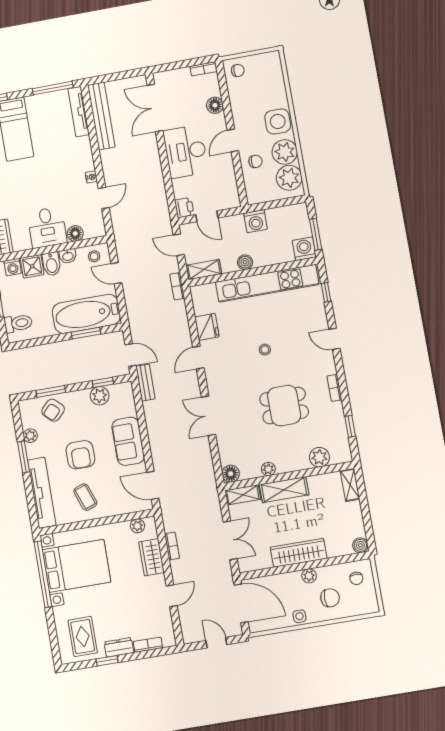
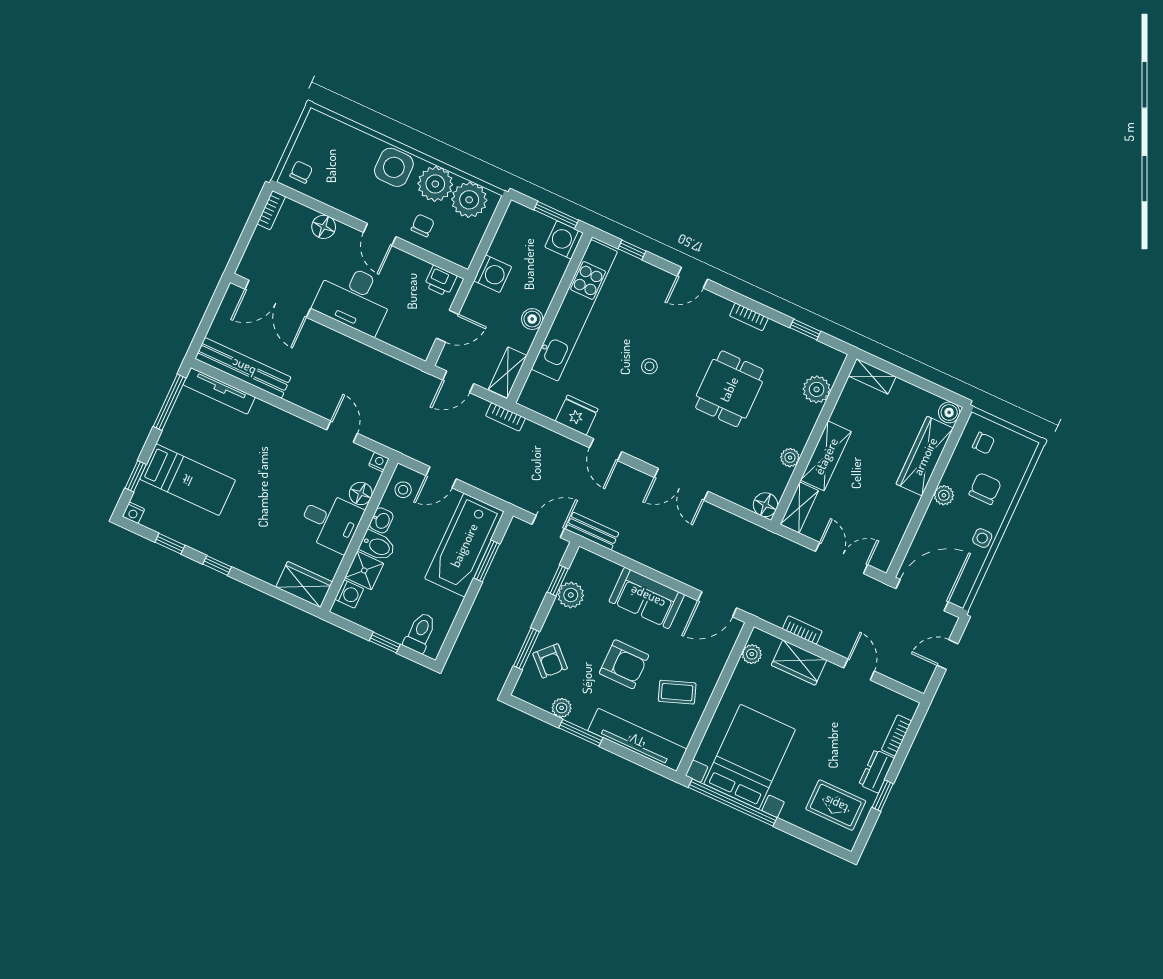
nightstand: (91, 177) -> (379, 462), moved
printer: (184, 208) -> (440, 281), moved, turned 180
wardrobe: (299, 553) -> (925, 456), moved

